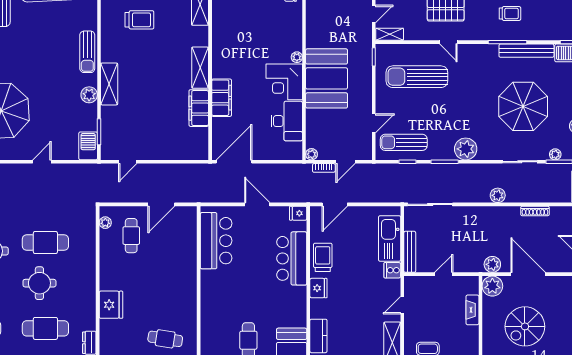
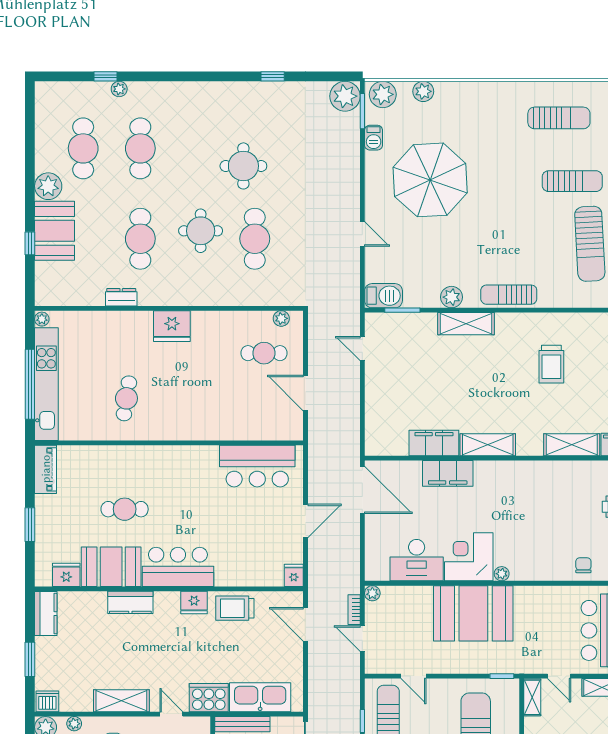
trolley: (323, 257) -> (235, 608), turned 180
bar counter: (292, 258) -> (178, 567), moved
cooker: (392, 270) -> (209, 698), width x1.87, depth x1.31

